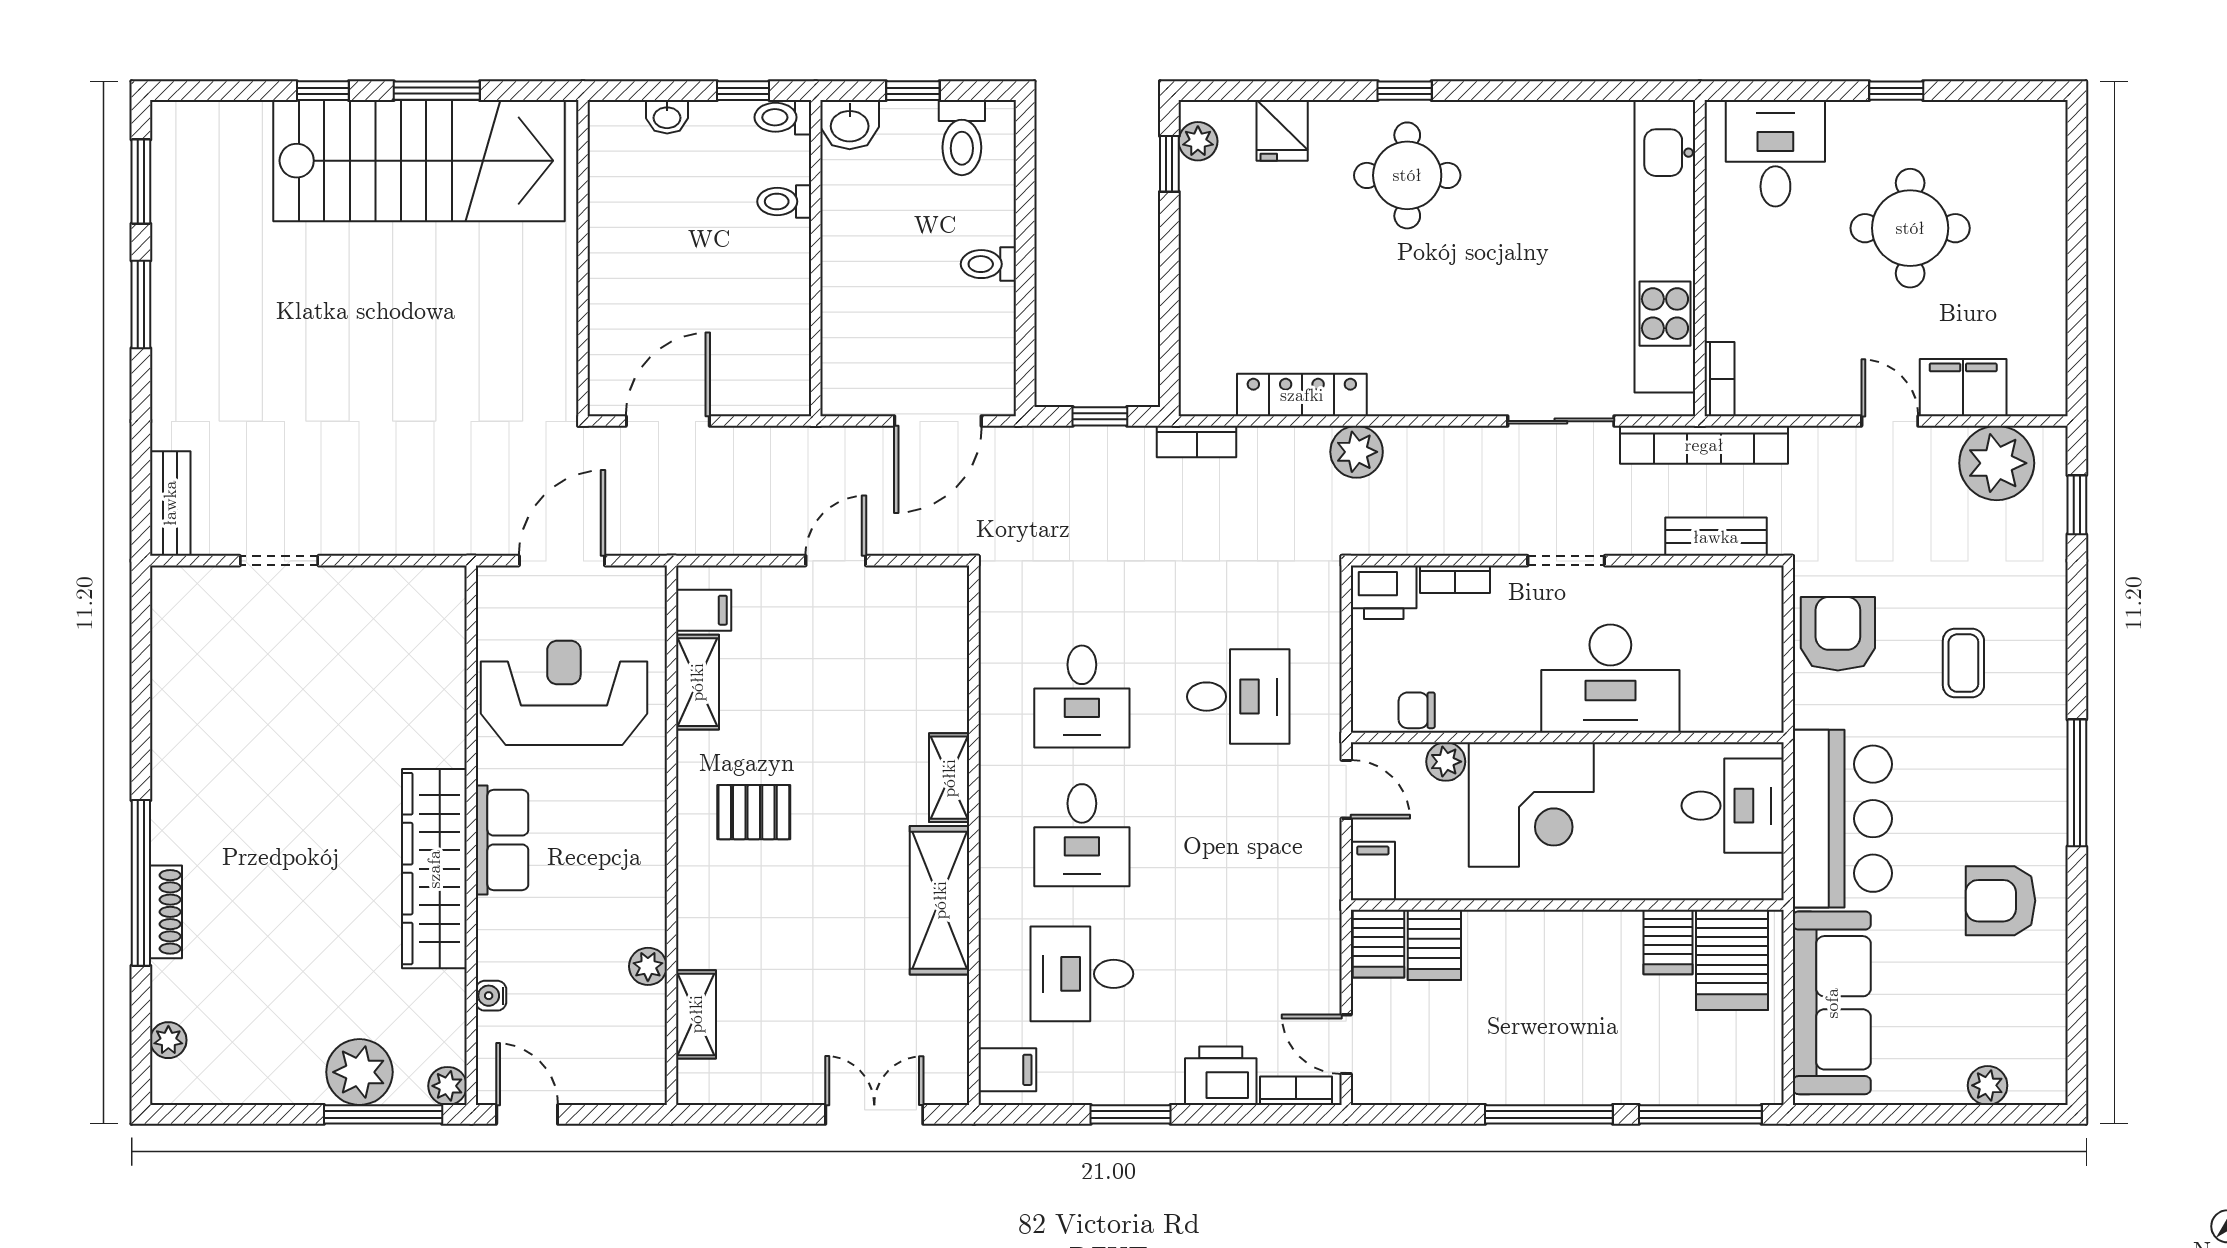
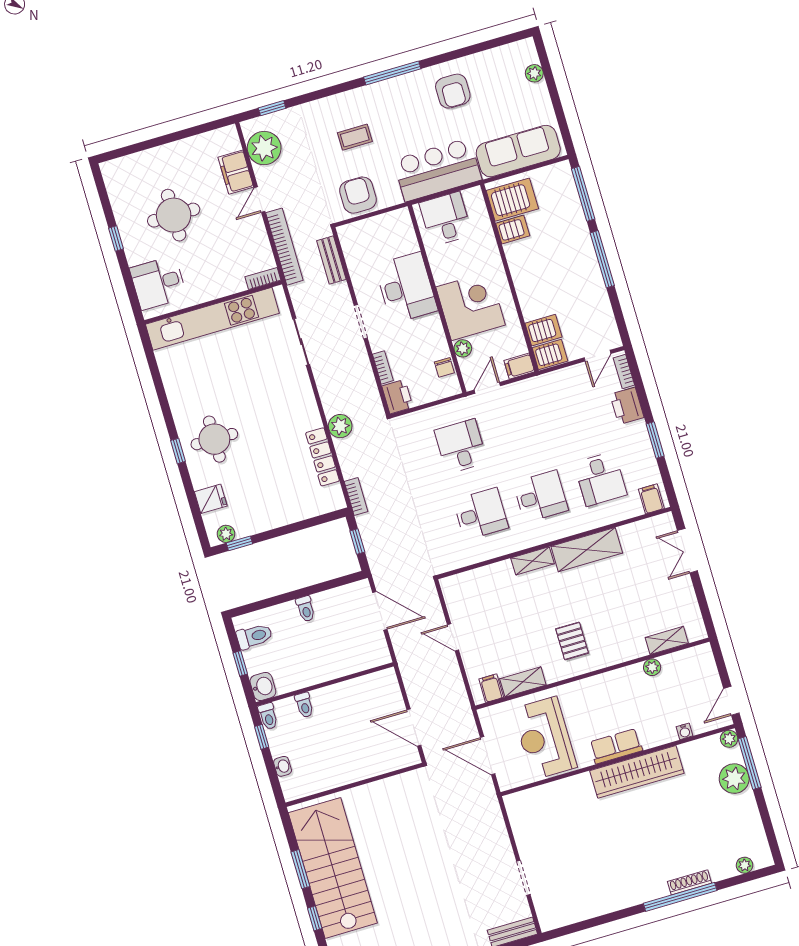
bookcase: (1704, 445) -> (284, 247), moved
armchair: (1838, 634) -> (358, 195), turned 90

